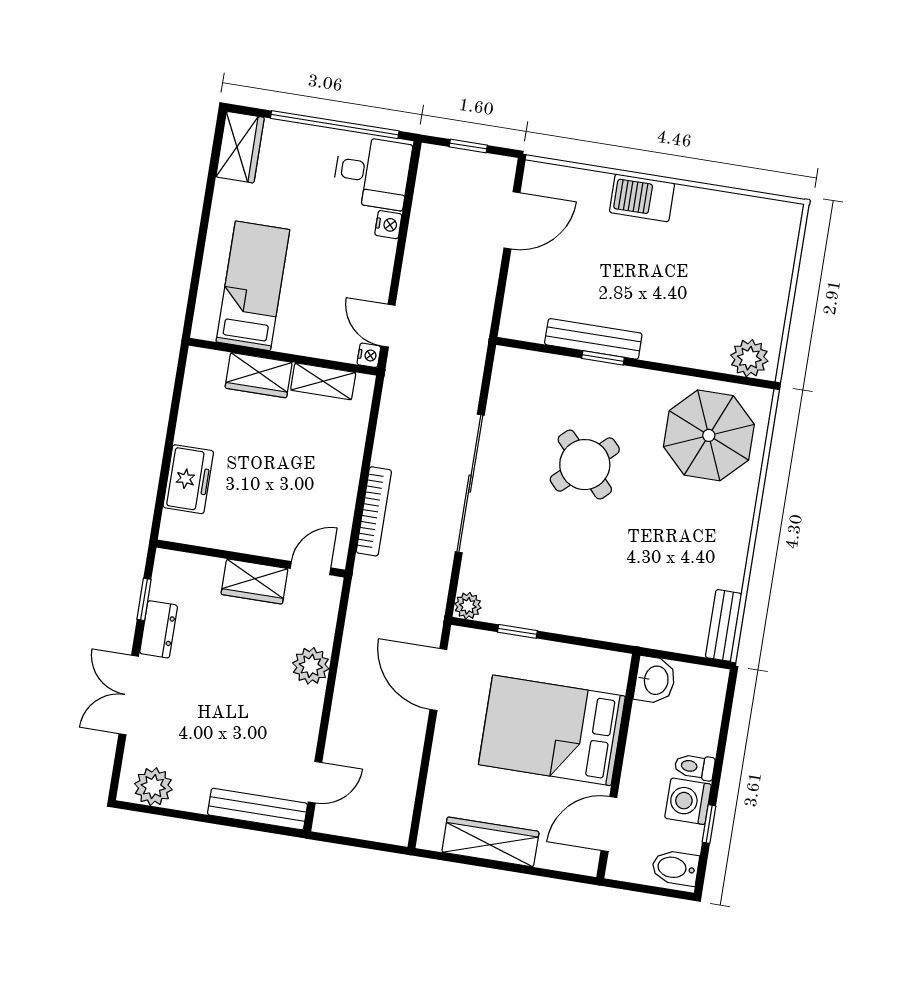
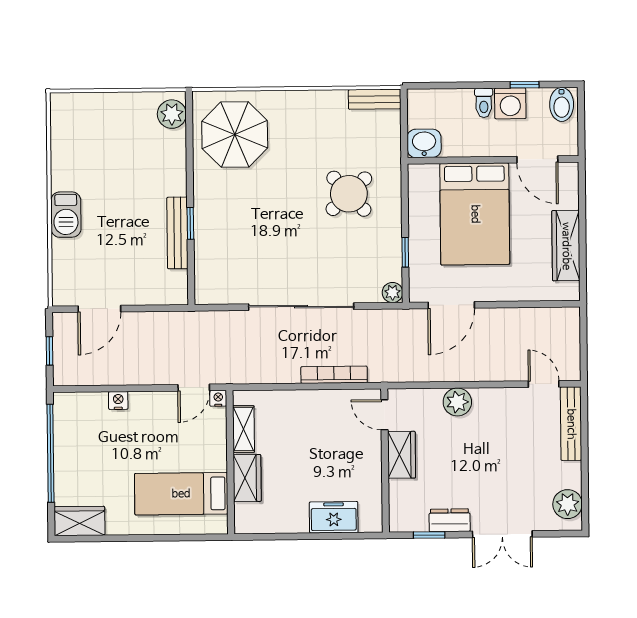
desk: (372, 173) -> (81, 419), removed
door: (512, 220) -> (99, 309), swing flipped
round table: (585, 465) -> (349, 194), moved

